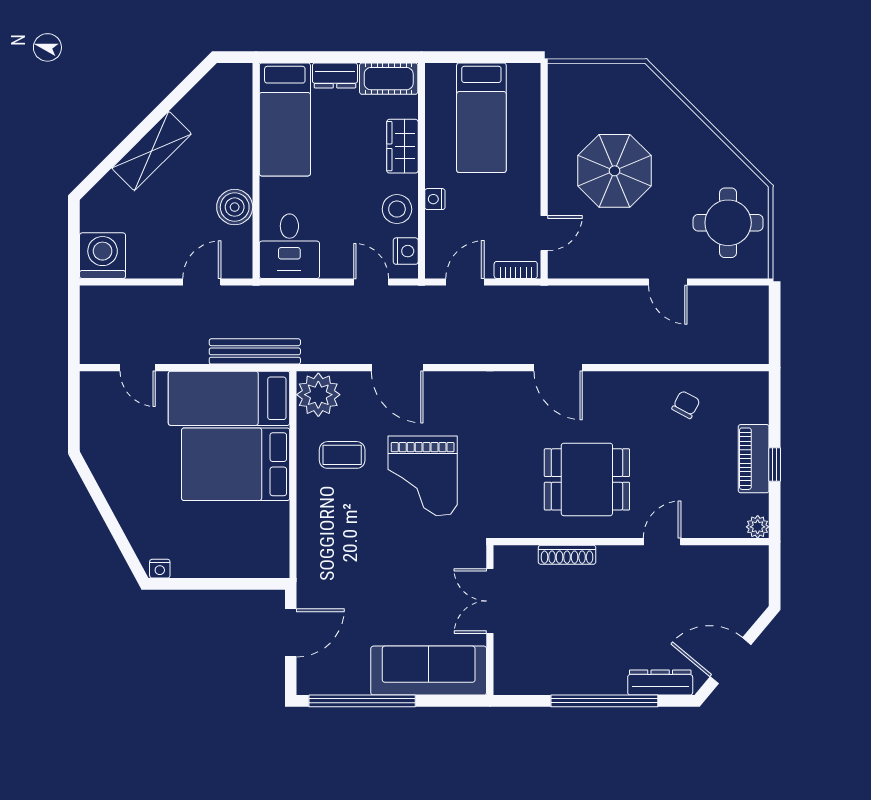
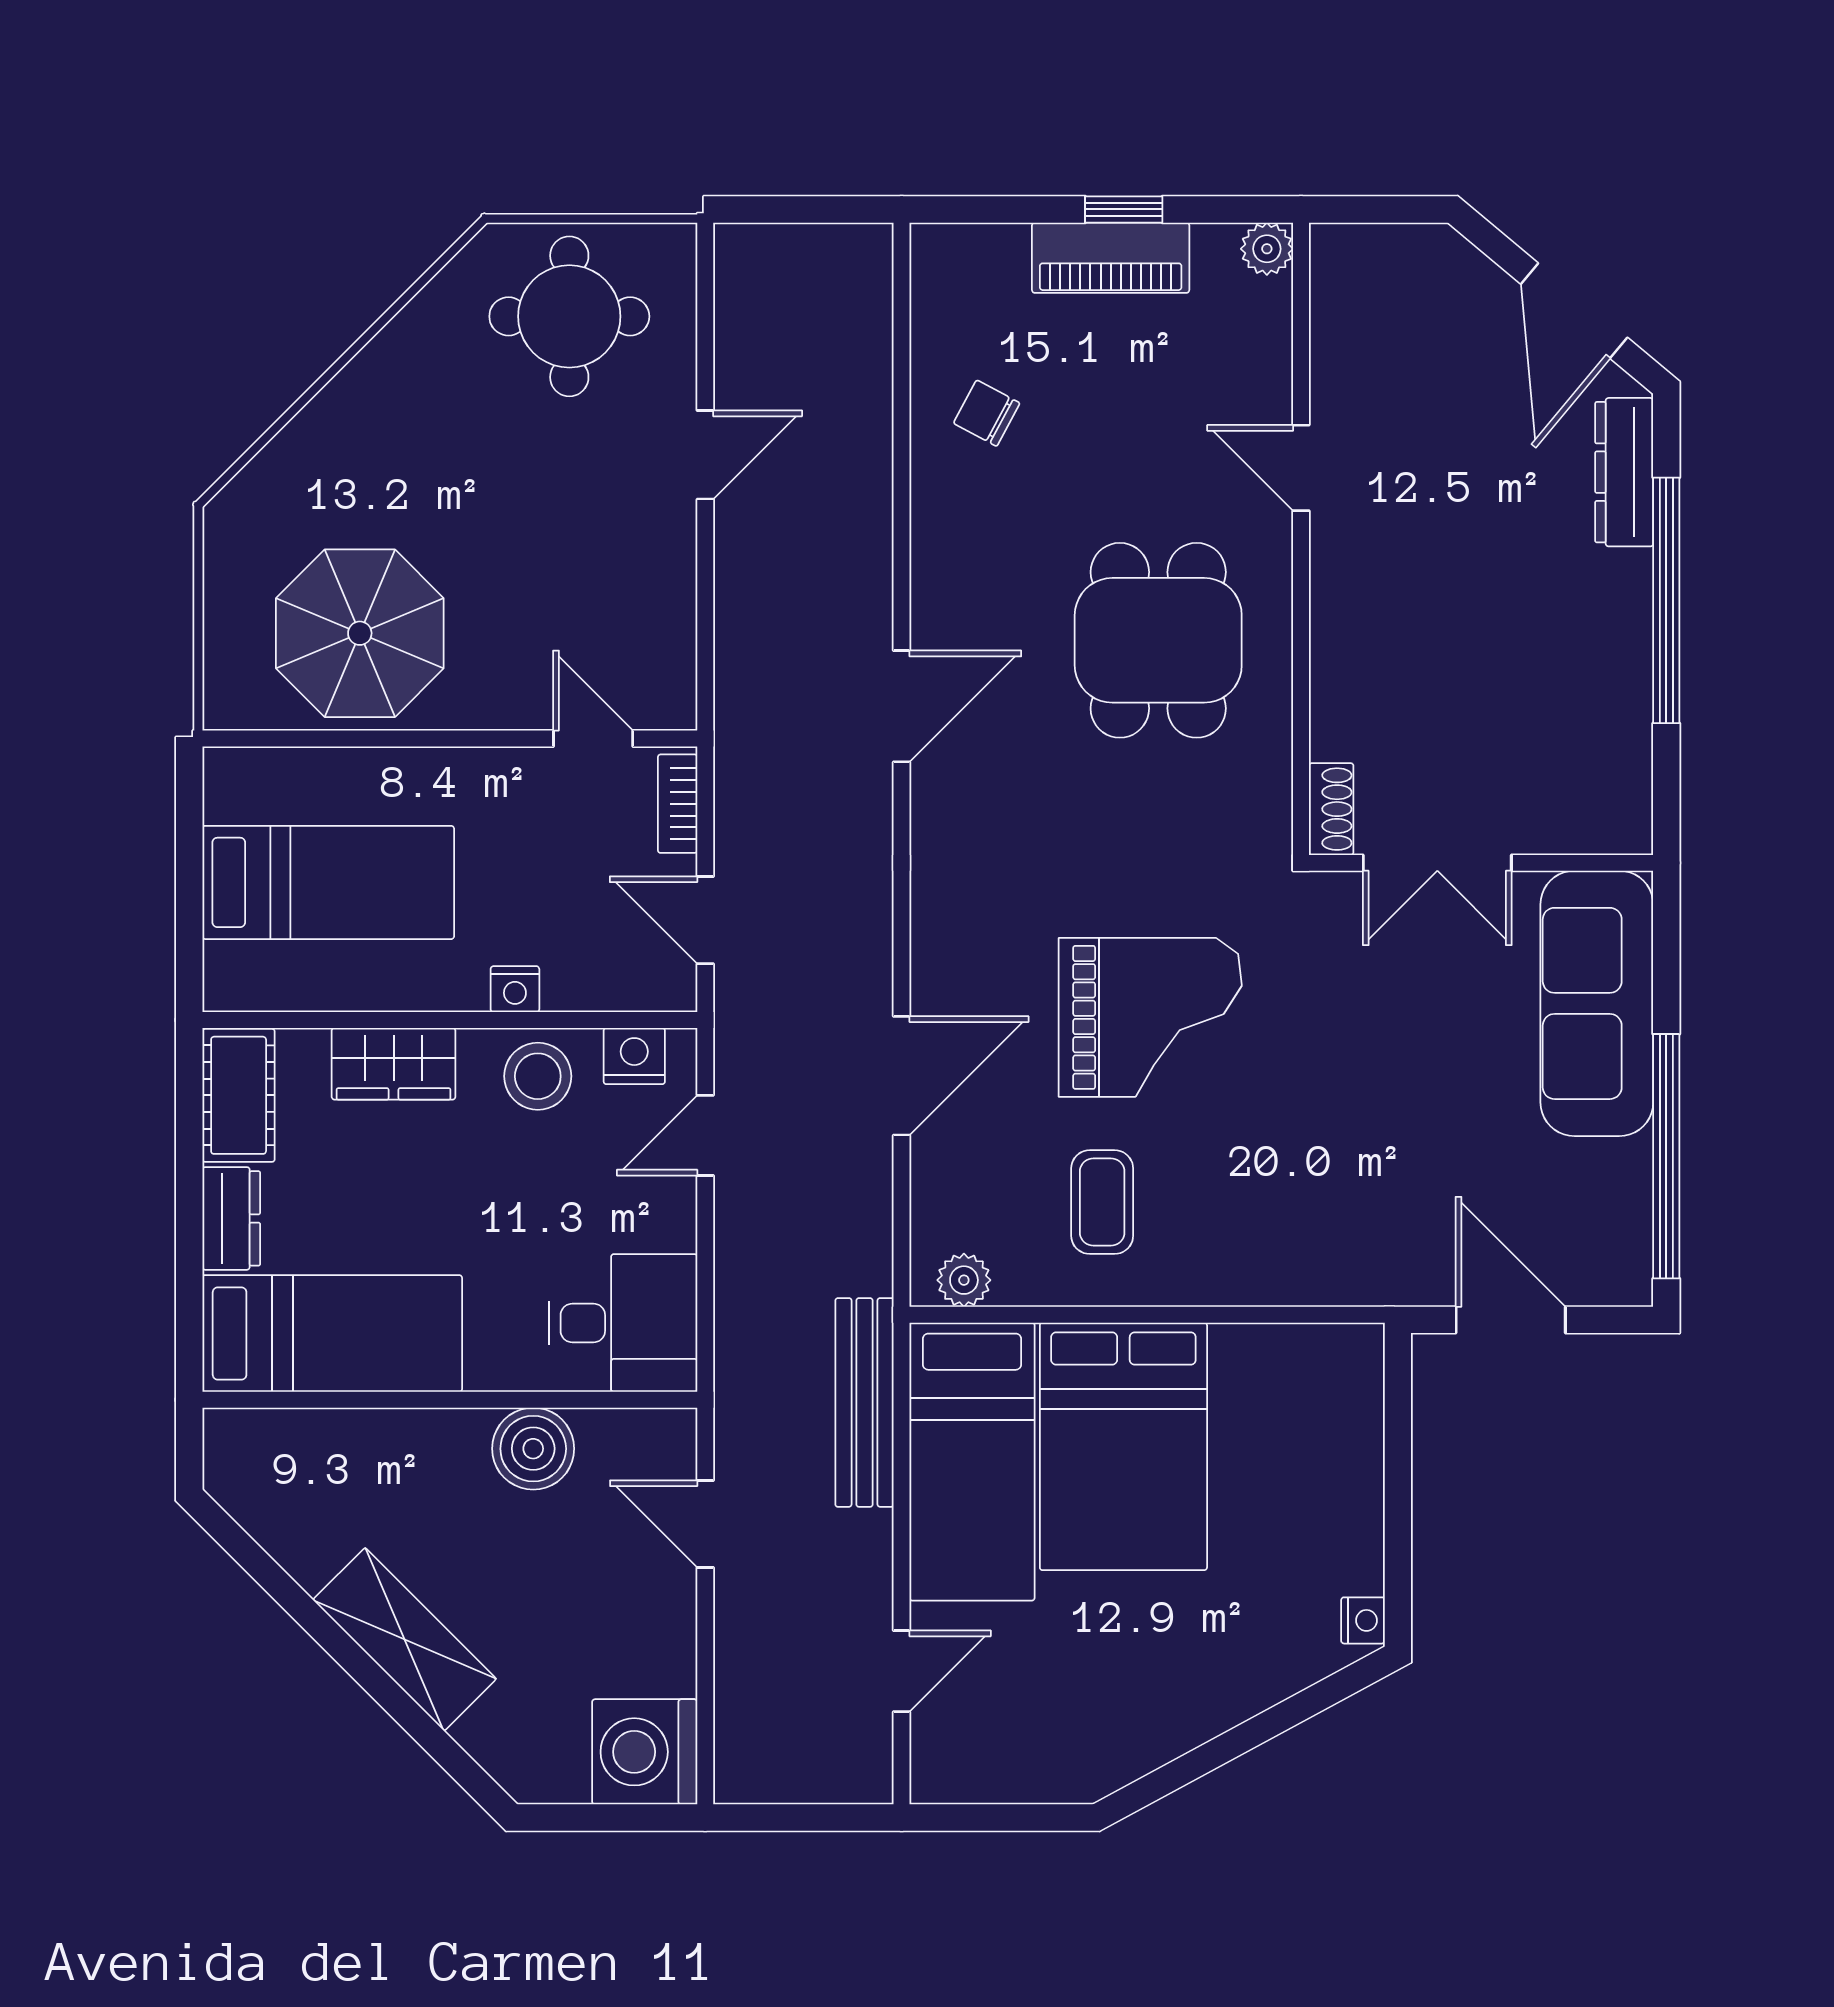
parasol: (615, 171) -> (360, 633), moved
plant: (318, 395) -> (964, 1280), width x0.53, depth x0.53
shoe rack: (567, 555) -> (1331, 809), moved, width x0.70

